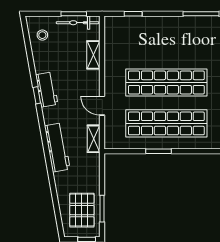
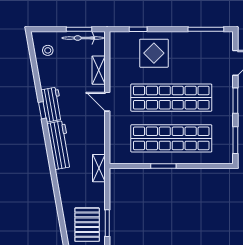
display table: (149, 38) -> (154, 53), added
door: (102, 106) -> (107, 102), moved
shelving: (94, 139) -> (99, 168), moved
workbench: (57, 147) -> (60, 145), moved

